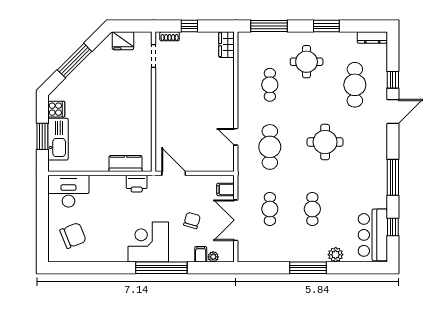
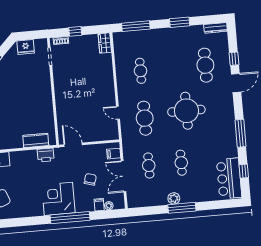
round table: (307, 62) -> (167, 51), removed
round table: (325, 142) -> (186, 111), width x1.36, depth x1.36
plant: (336, 255) -> (174, 198), moved

